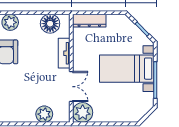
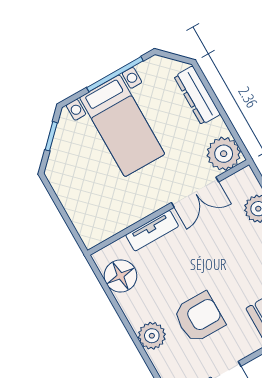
dresser: (89, 21) -> (197, 95), moved, turned 180
double door: (71, 87) -> (195, 192), swing flipped

